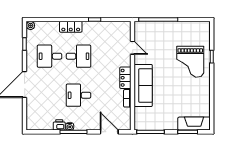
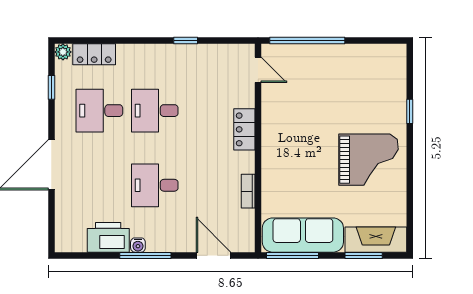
locker: (71, 27) -> (94, 54), moved
door: (133, 48) -> (258, 70), moved
desk: (79, 56) -> (155, 111), turned 180
grand piano: (190, 62) -> (368, 160), moved, turned -90
locker: (125, 78) -> (244, 129), moved
sofa: (143, 85) -> (303, 235), moved, turned -90
printer: (59, 125) -> (108, 237), width x1.87, depth x1.48

